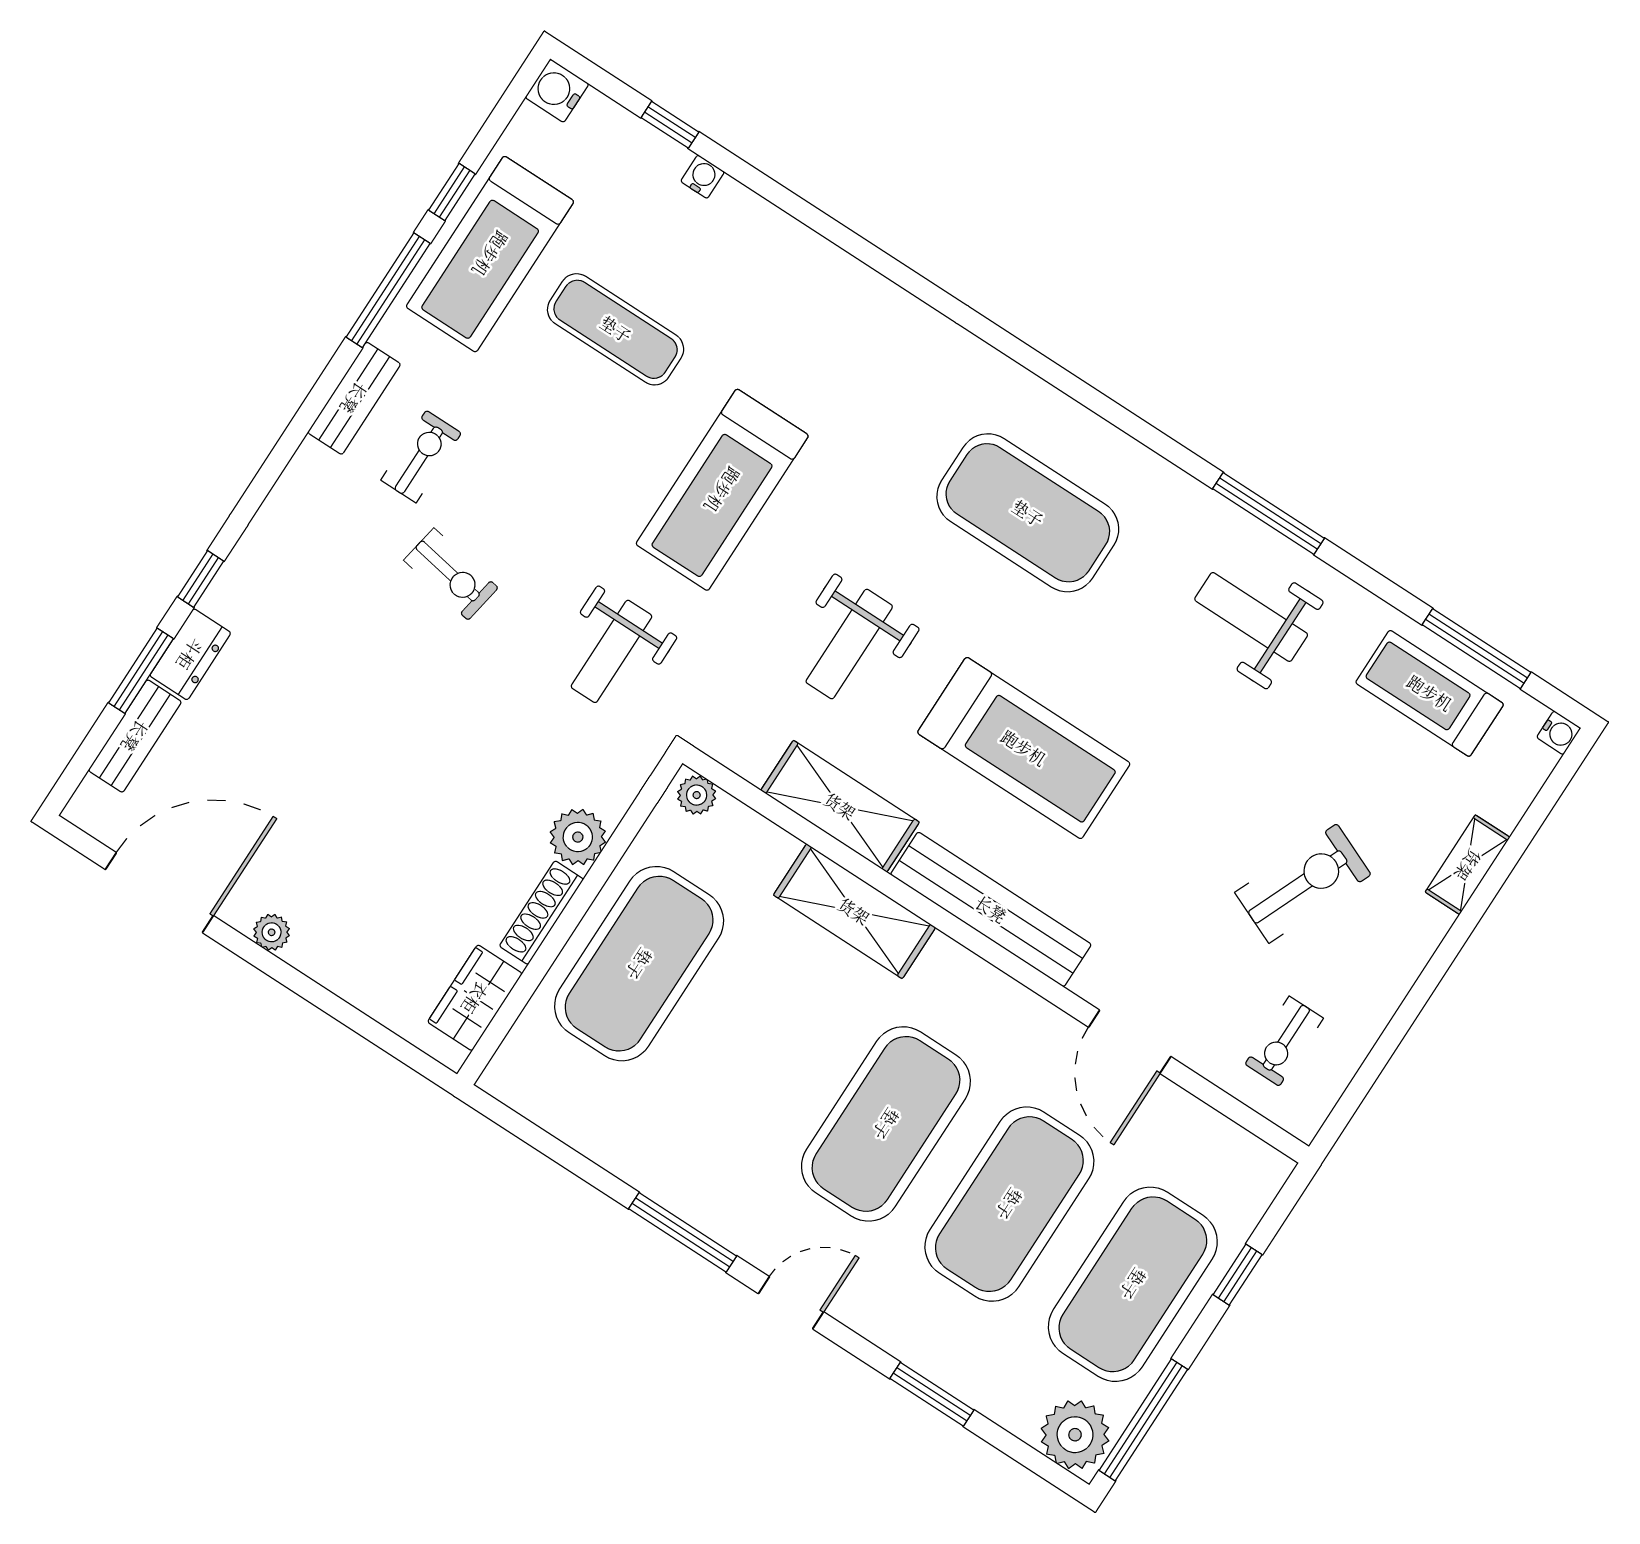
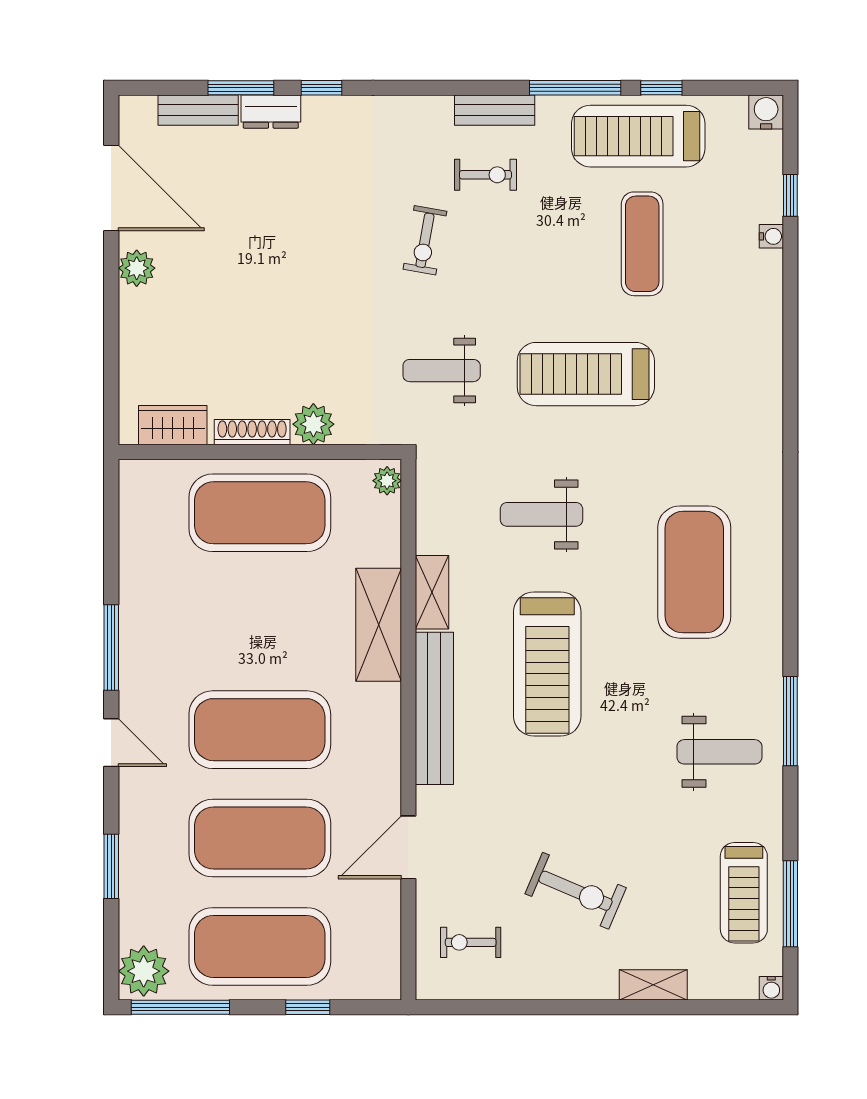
weight bench: (1251, 617) -> (719, 752), turned 90
treadmill: (1430, 693) -> (744, 893), turned 180
shelving: (840, 806) -> (432, 592), width x0.67, depth x0.75
plant: (272, 932) -> (137, 268), width x1.38, depth x1.38

